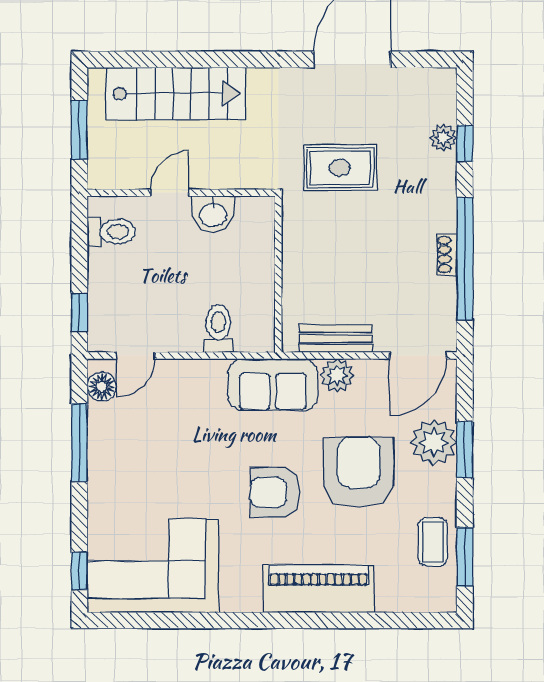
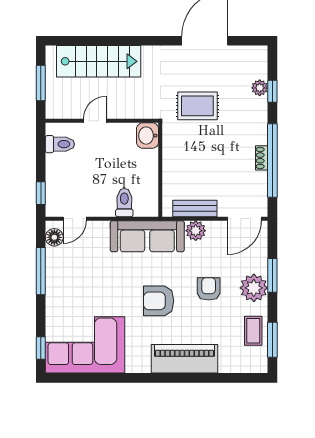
washbasin: (213, 214) -> (148, 136), moved, turned 90
sofa: (273, 385) -> (147, 236), width x1.36
plant: (434, 442) -> (254, 288), moved
armchair: (358, 472) -> (209, 289), width x0.53, depth x0.53

